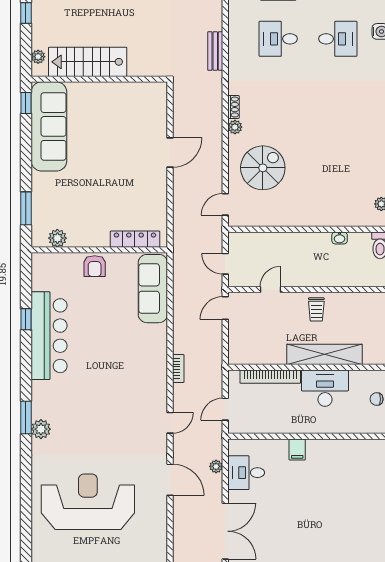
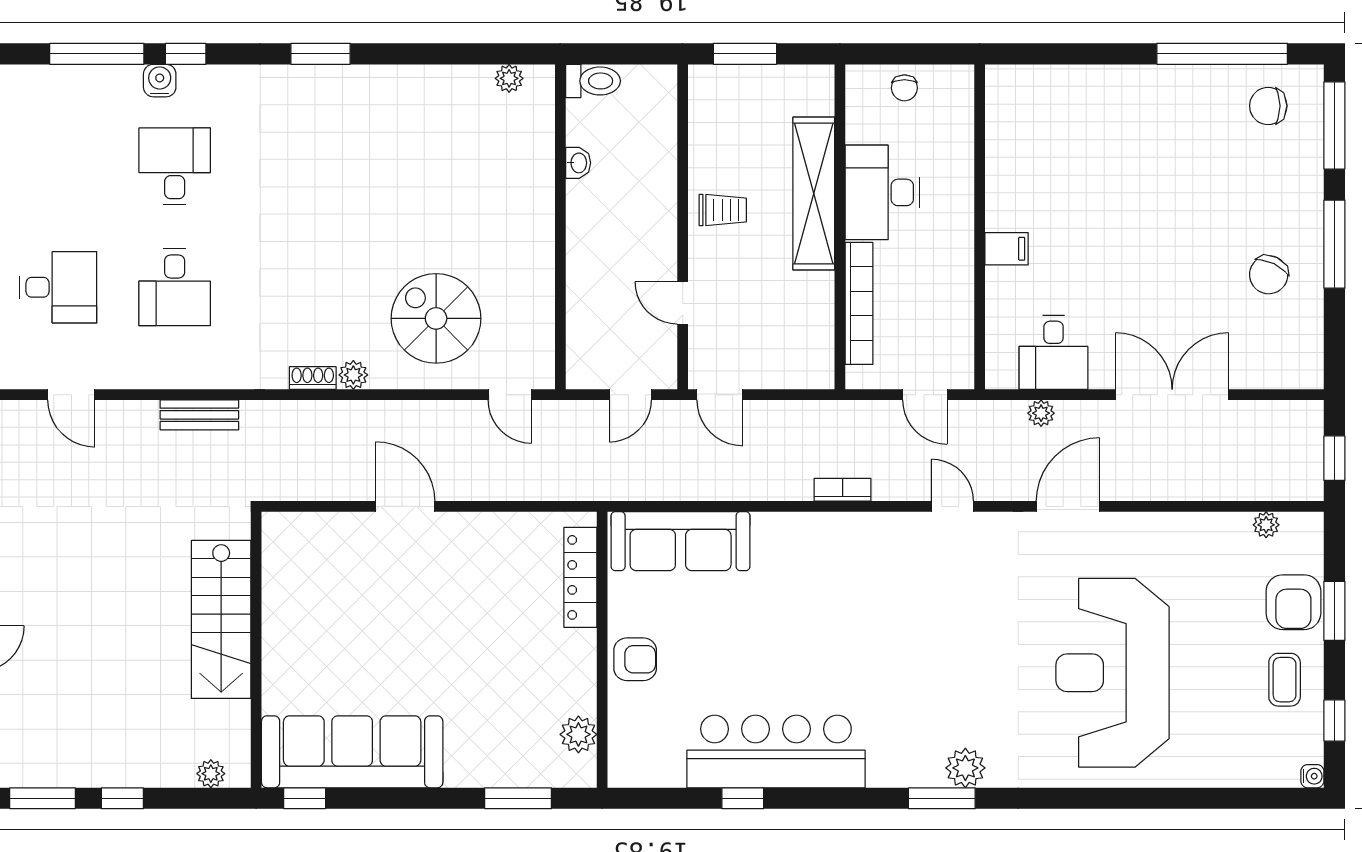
stairs: (88, 62) -> (221, 619), moved

